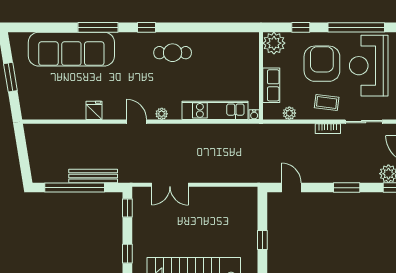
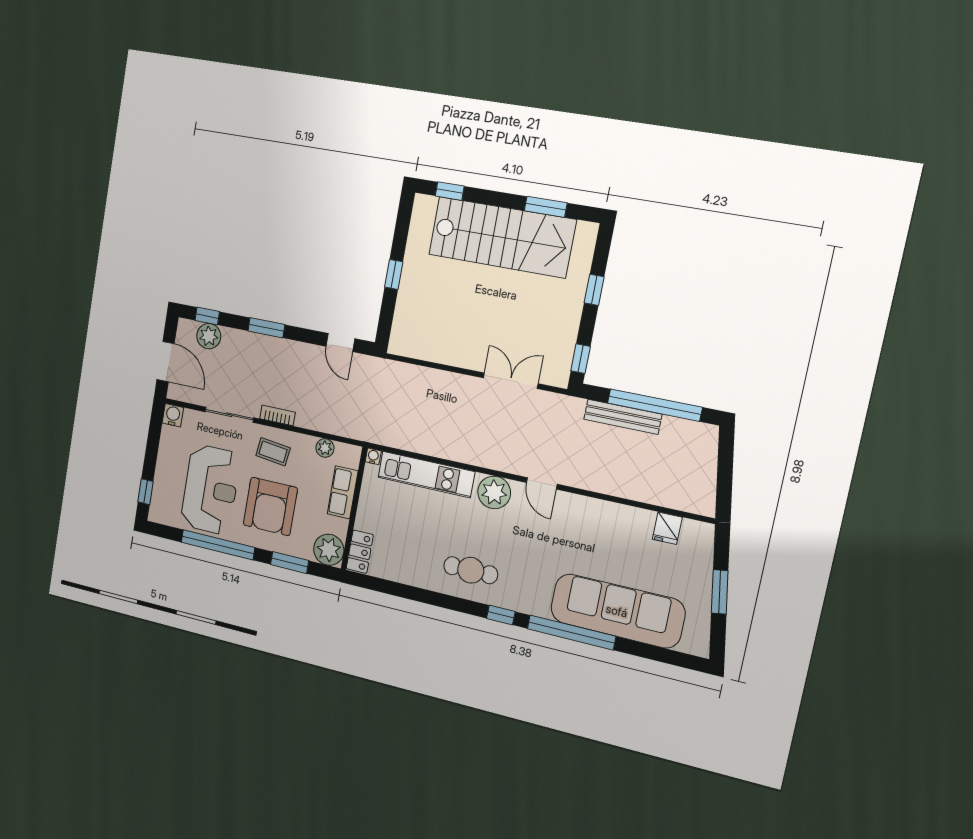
window: (98, 27) -> (571, 632), width x1.46
window: (301, 27) -> (290, 563), width x1.50
locker: (252, 47) -> (360, 552), added
fridge: (94, 110) -> (667, 528), moved
plant: (162, 114) -> (494, 492), width x1.87, depth x1.87

